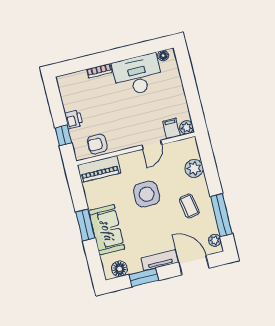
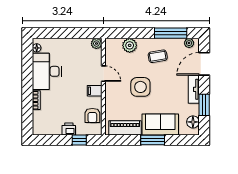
filing cabinet: (171, 129) -> (95, 91), moved
piano: (99, 169) -> (125, 128), moved, turned -90

